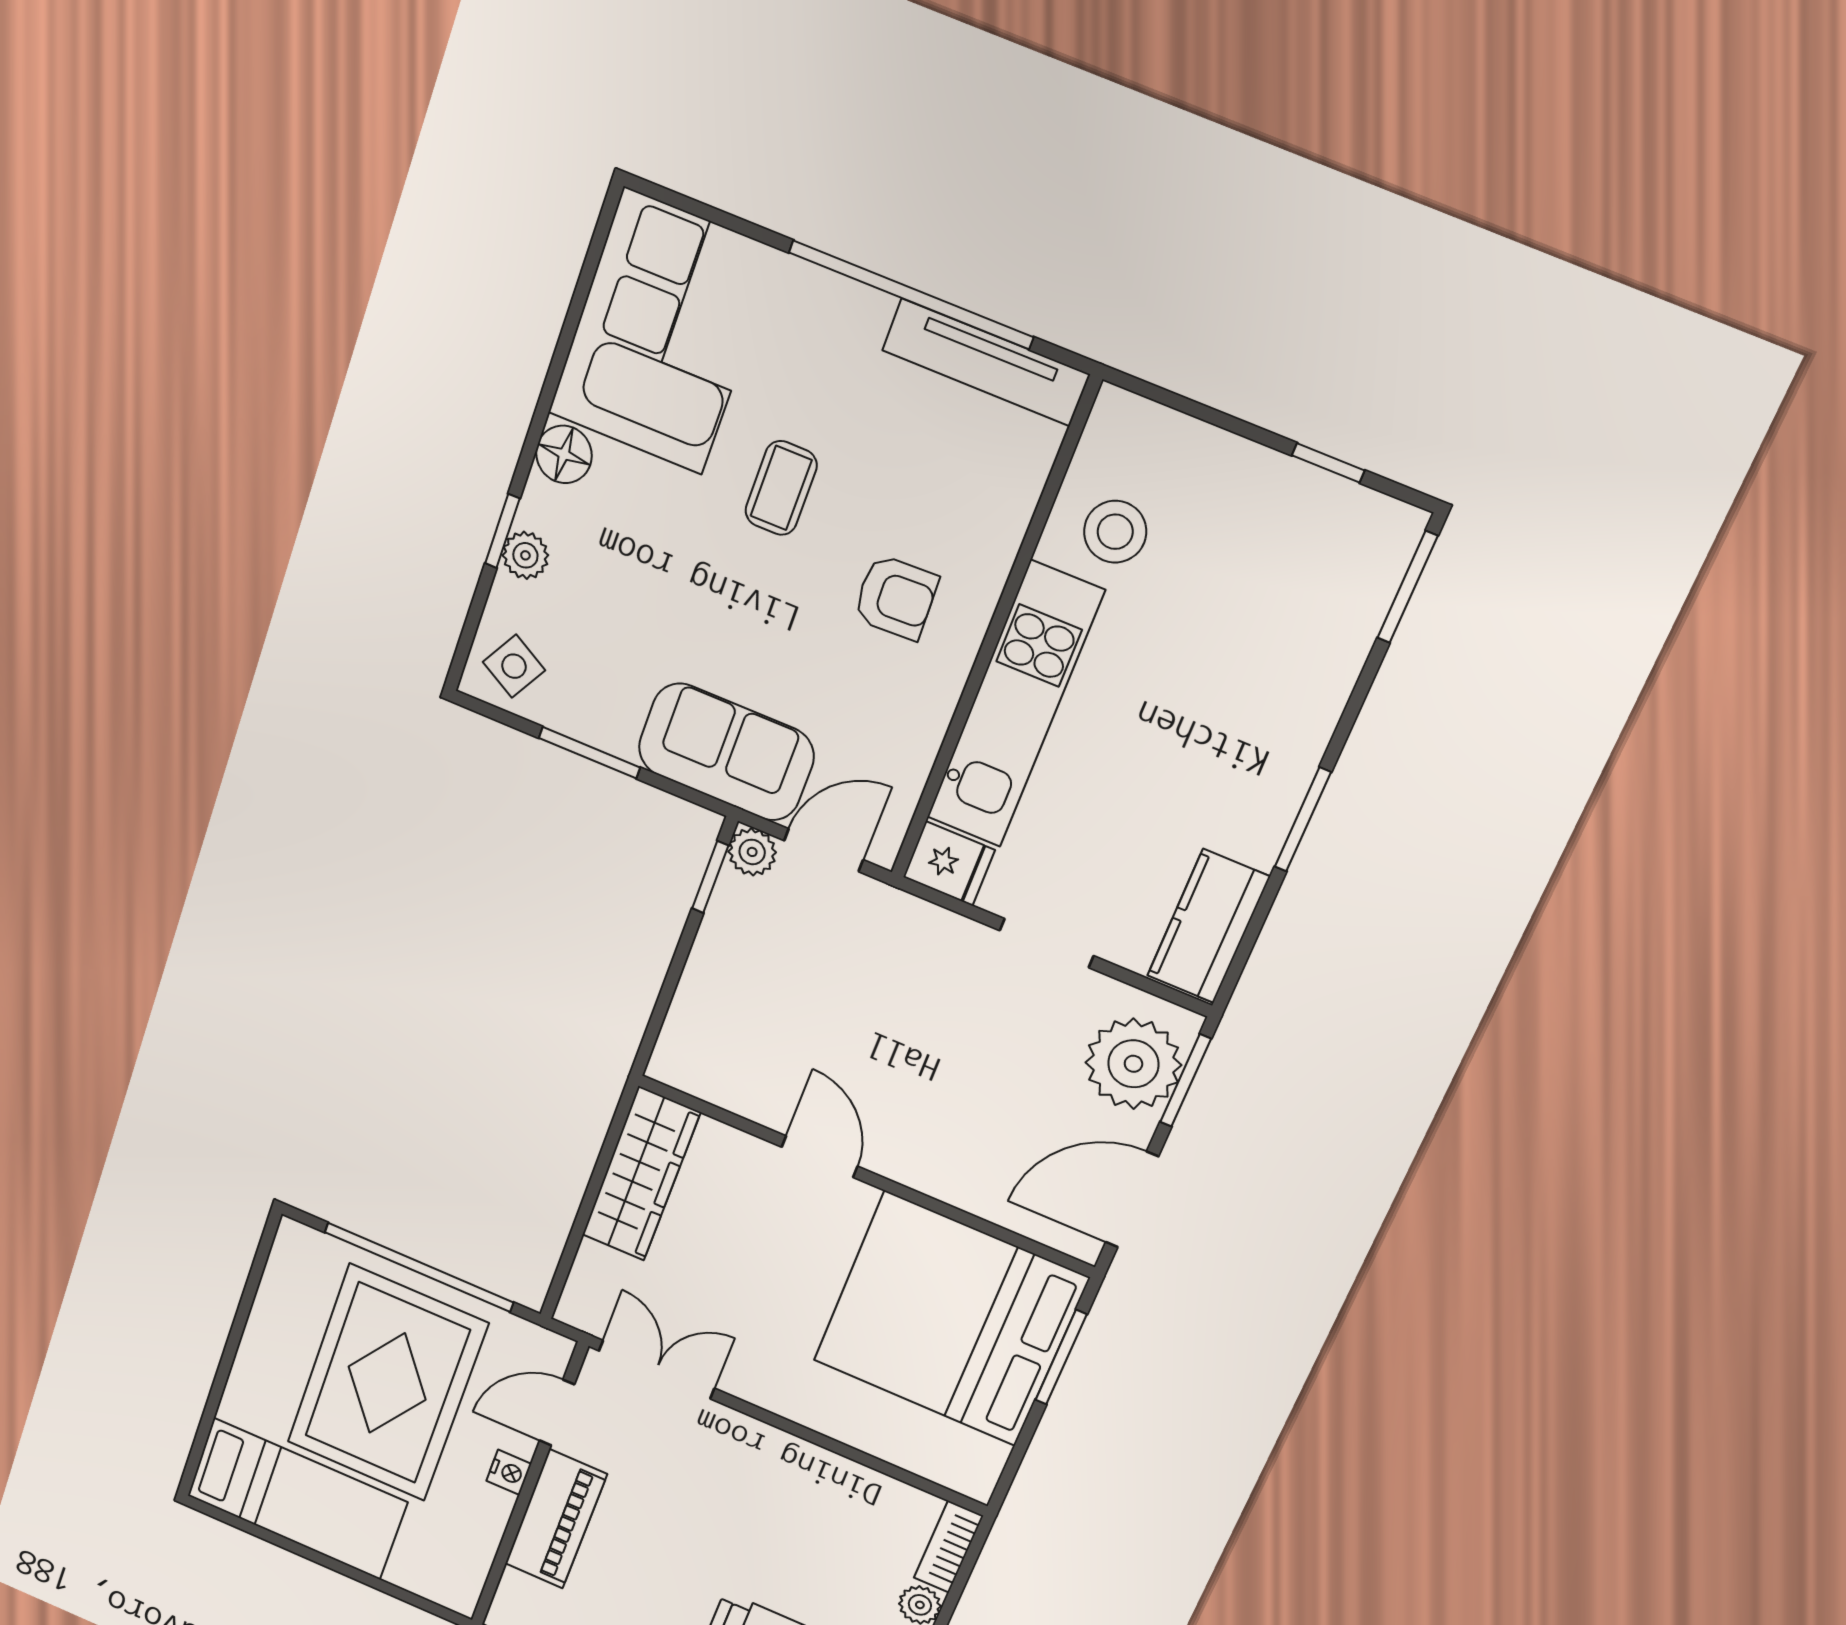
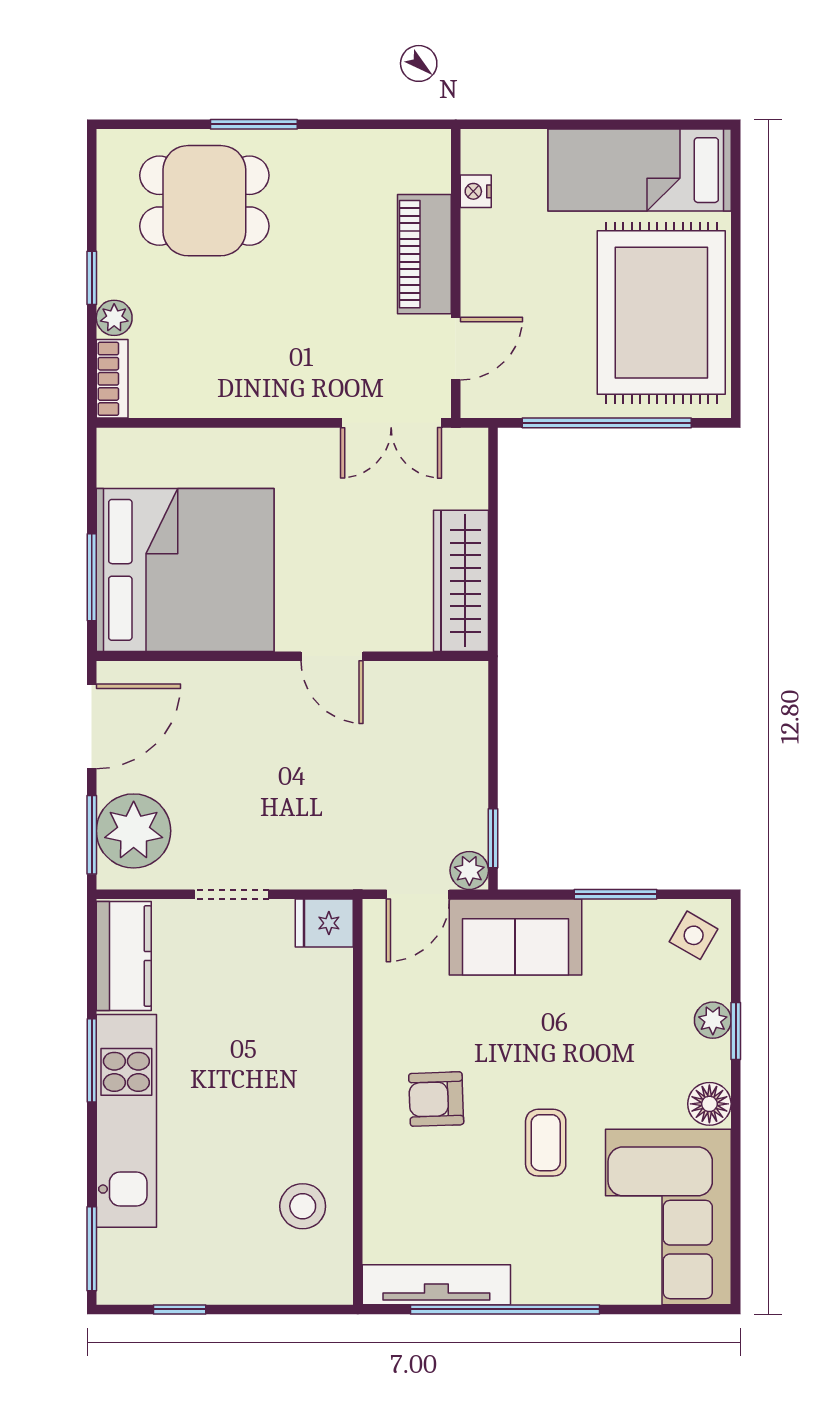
kitchen unit: (1015, 705) -> (126, 1121), moved, turned 180
rug: (387, 1383) -> (661, 313), moved
nightstand: (509, 1472) -> (476, 191), moved

